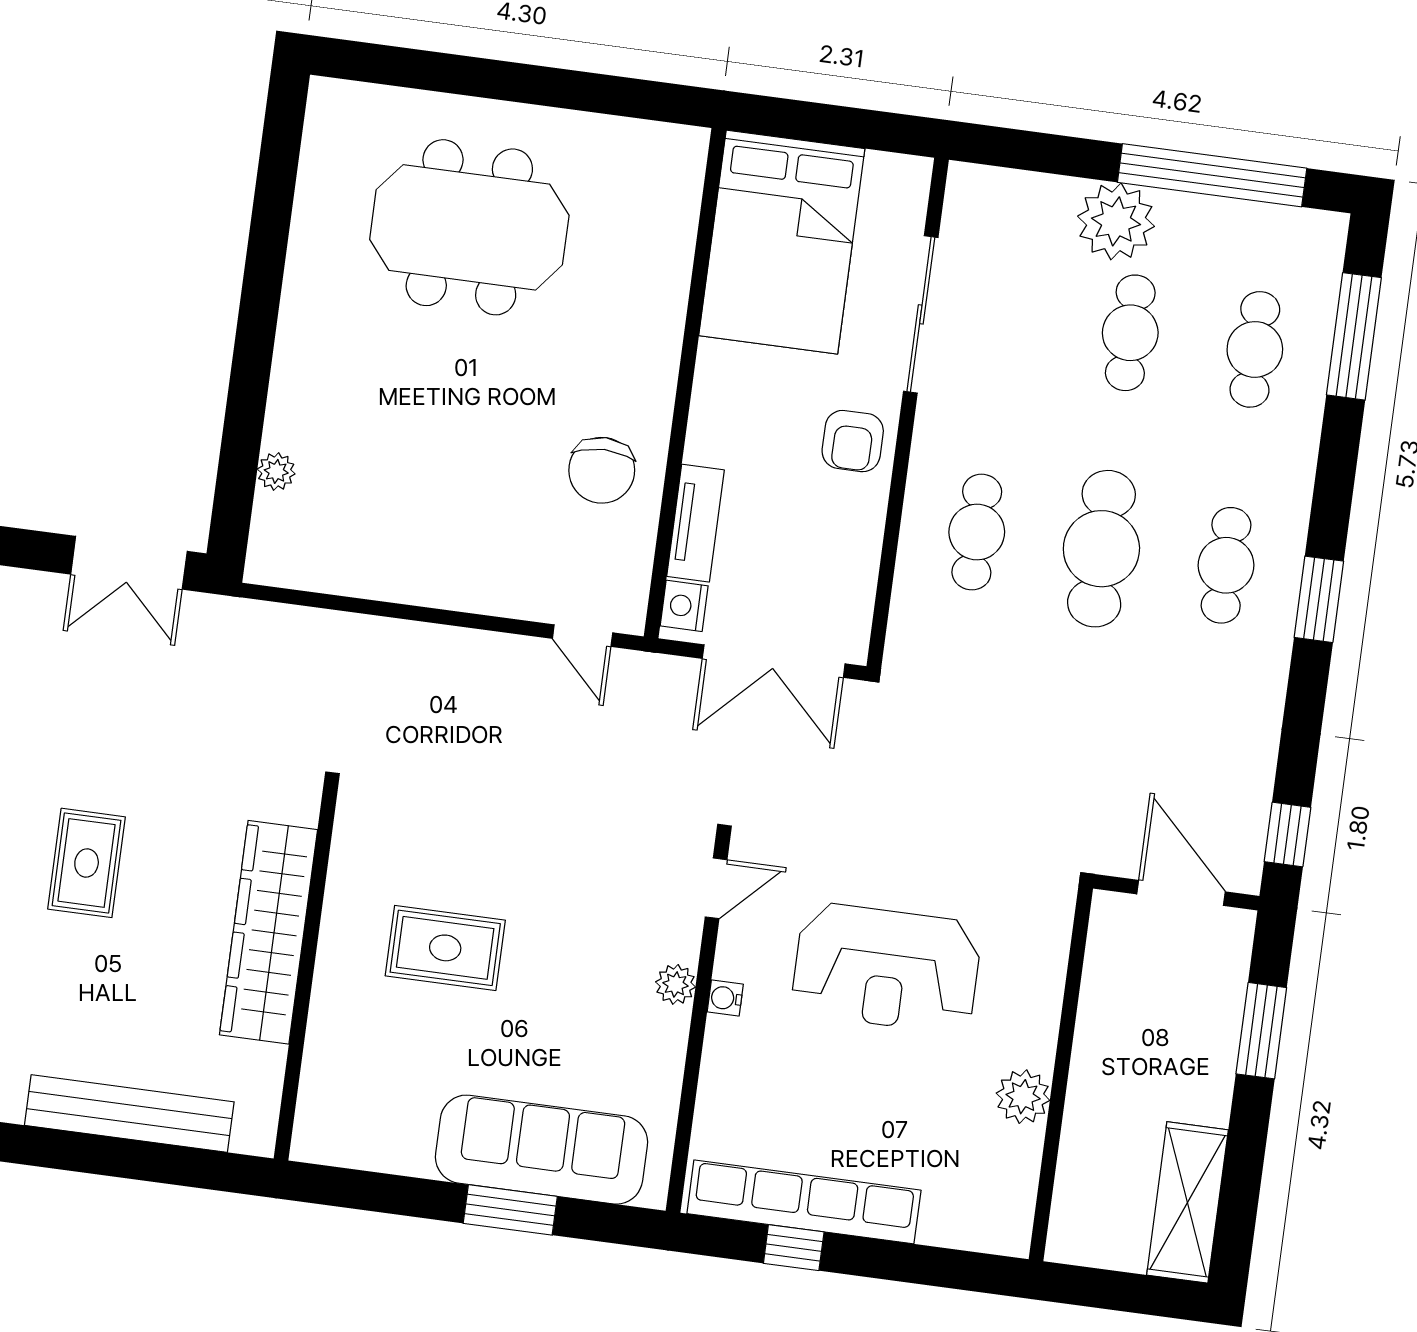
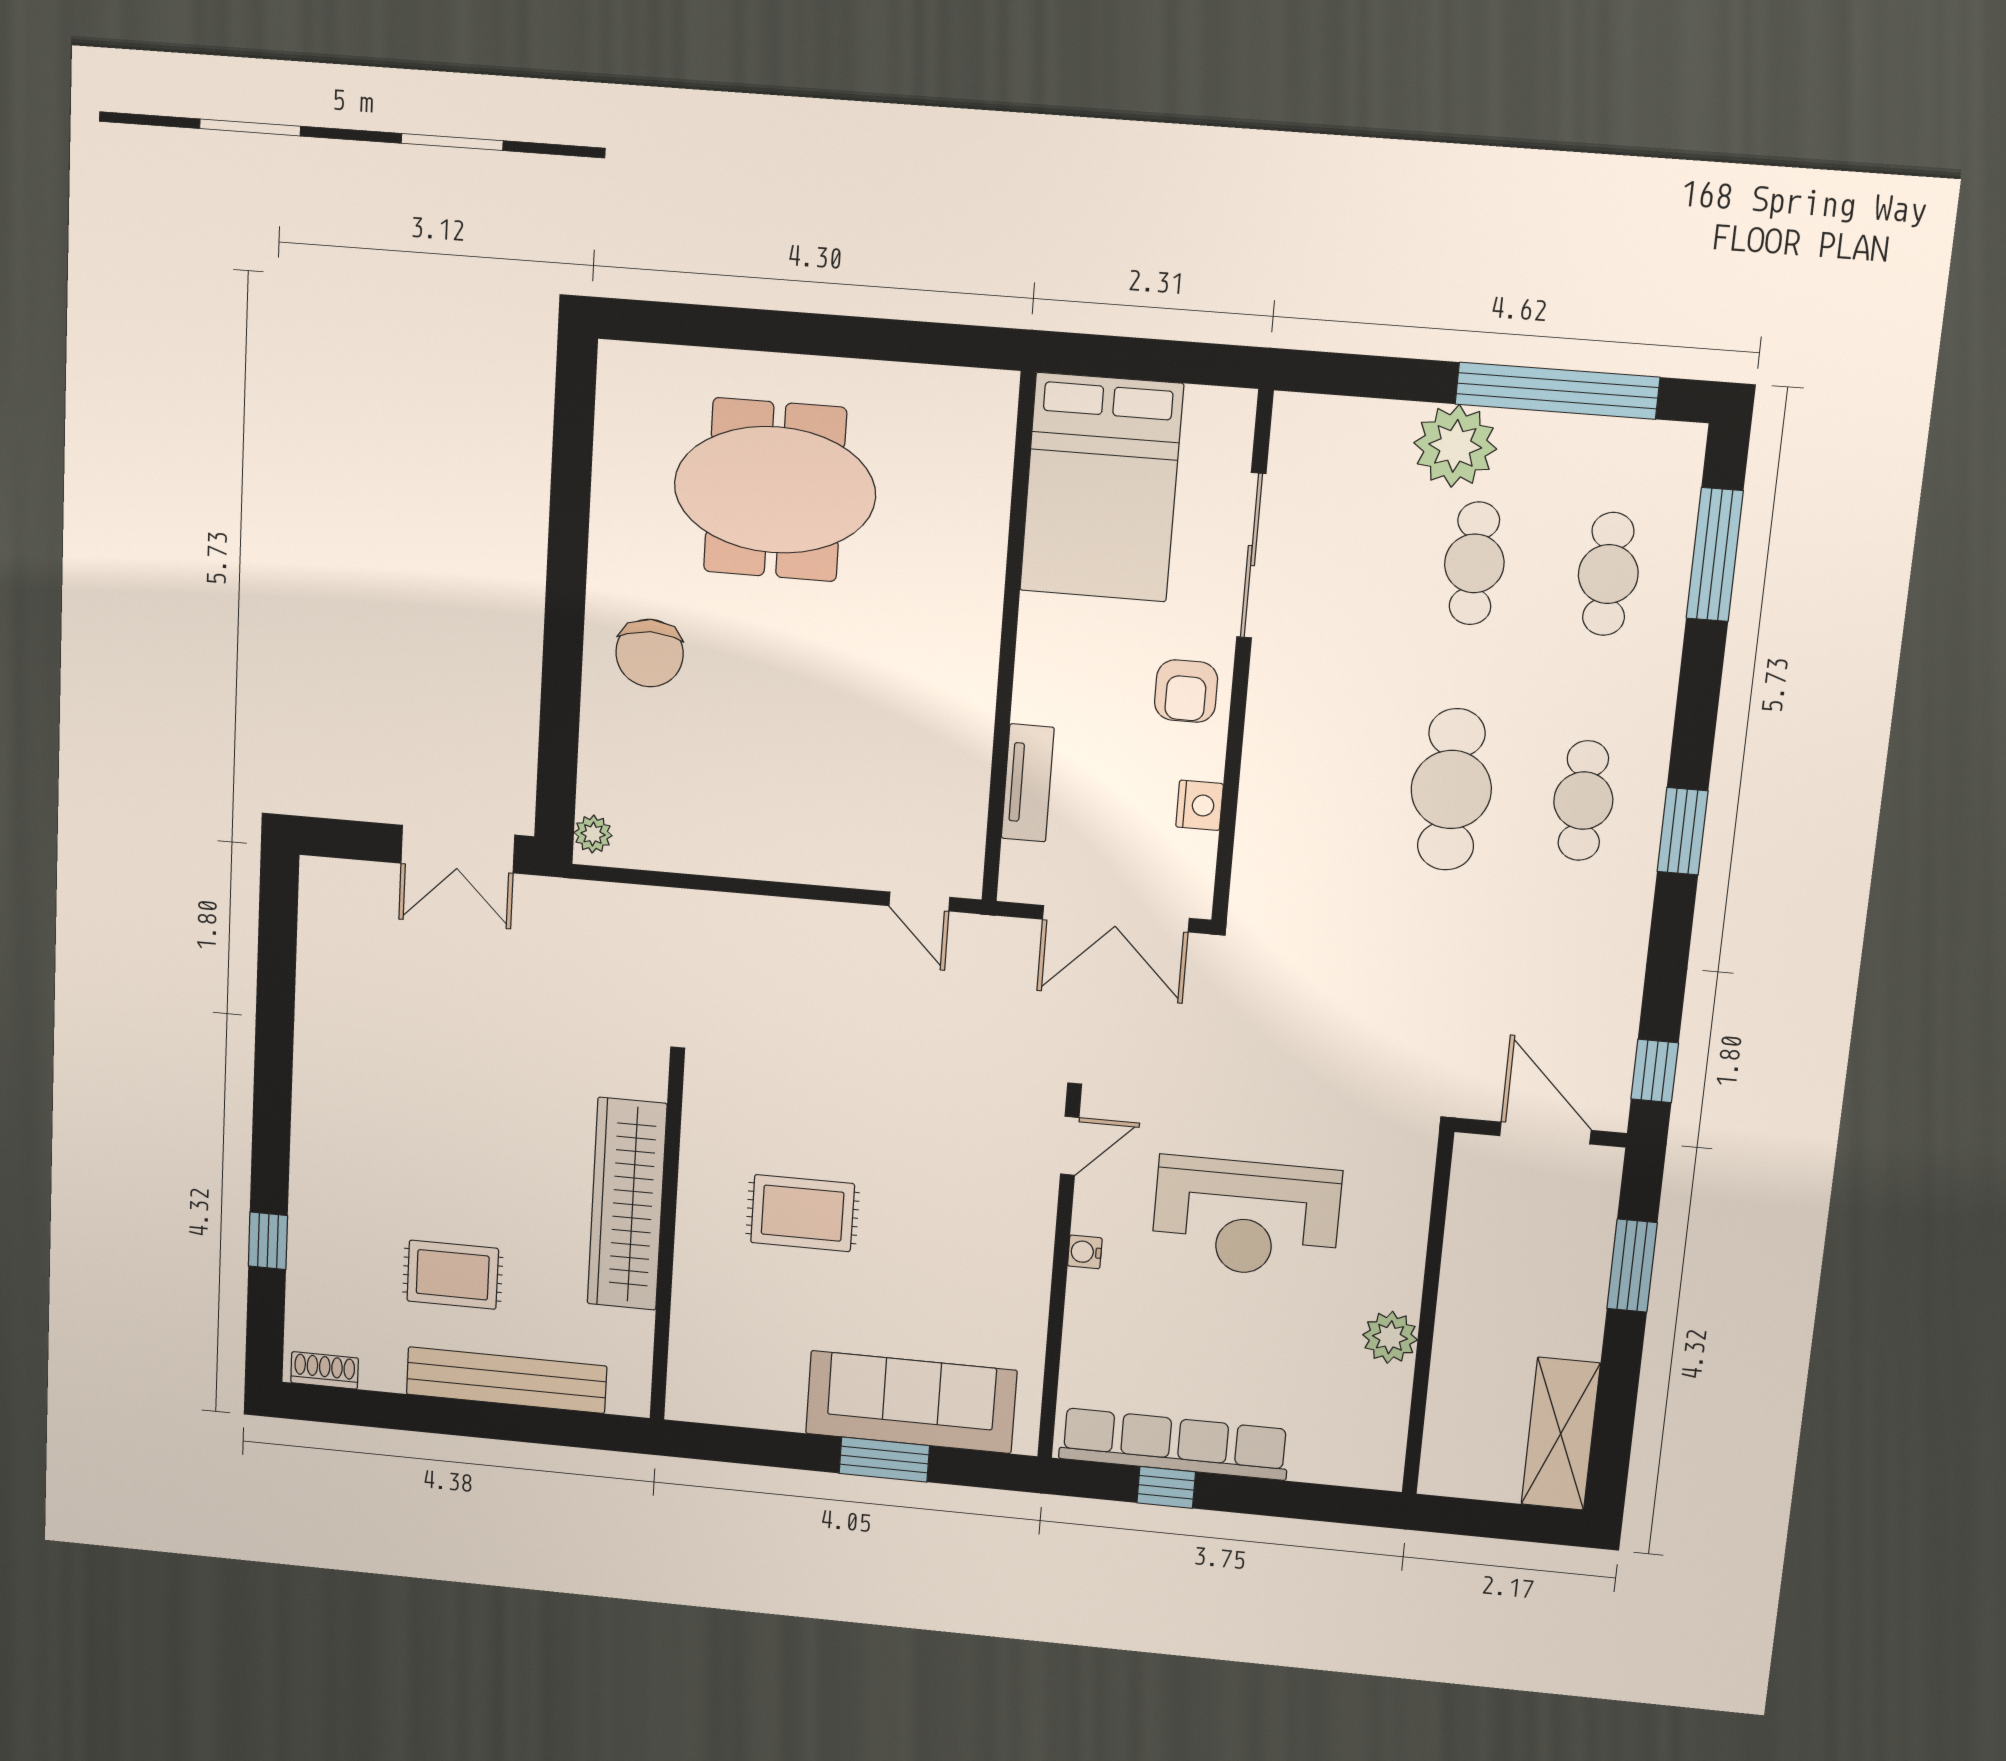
chair: (602, 470) -> (650, 653), moved
plant: (276, 471) -> (593, 834), moved
cafe table: (977, 532) -> (1320, 778), removed
nightstand: (684, 606) -> (1199, 805), moved, turned 180
rug: (87, 863) -> (453, 1275), moved, turned 90
plant: (676, 984) -> (1034, 1240), removed

